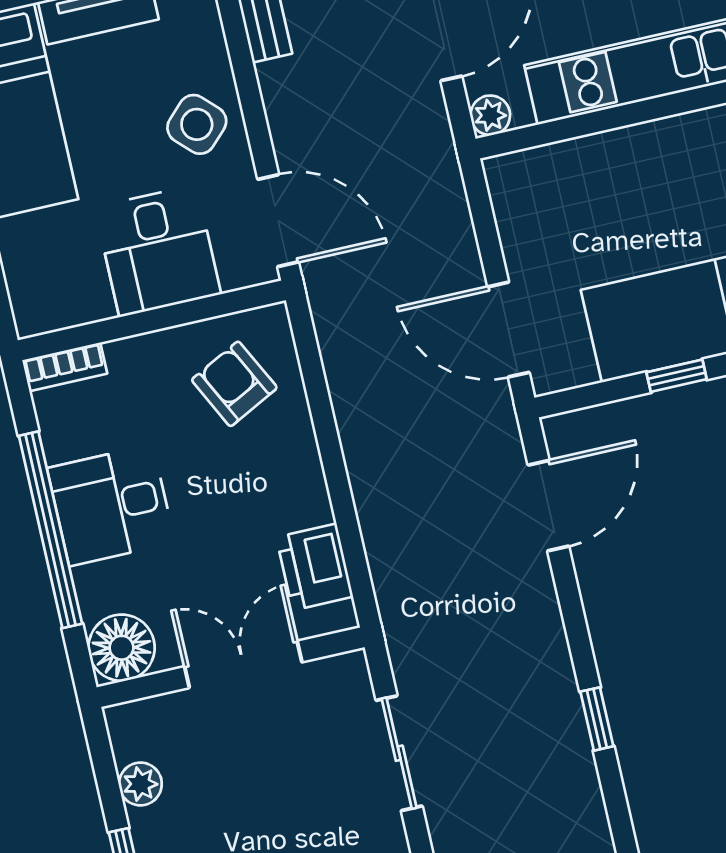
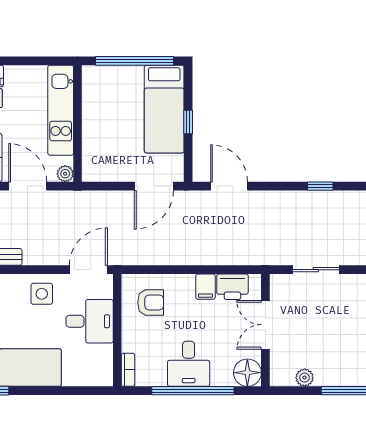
side table: (197, 124) -> (42, 294), turned 45
armchair: (234, 384) -> (151, 302), turned -153
filing cabinet: (301, 504) -> (205, 287), added

